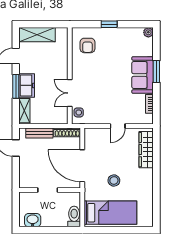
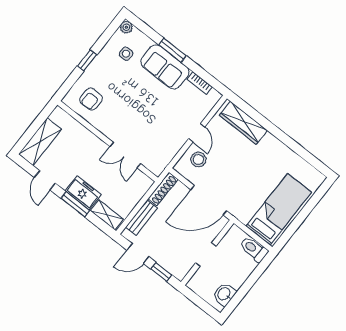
armchair: (88, 45) -> (91, 99), turned 90
side table: (79, 112) -> (126, 54), moved
window: (16, 171) -> (161, 272), added
stool: (114, 180) -> (198, 159), moved

